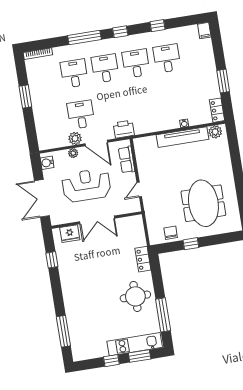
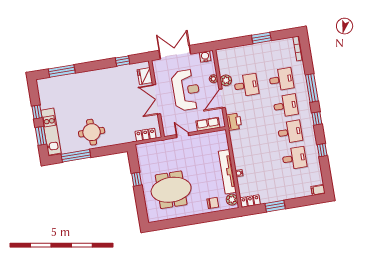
chair: (171, 233) -> (213, 203), moved
locker: (143, 259) -> (146, 135), moved

